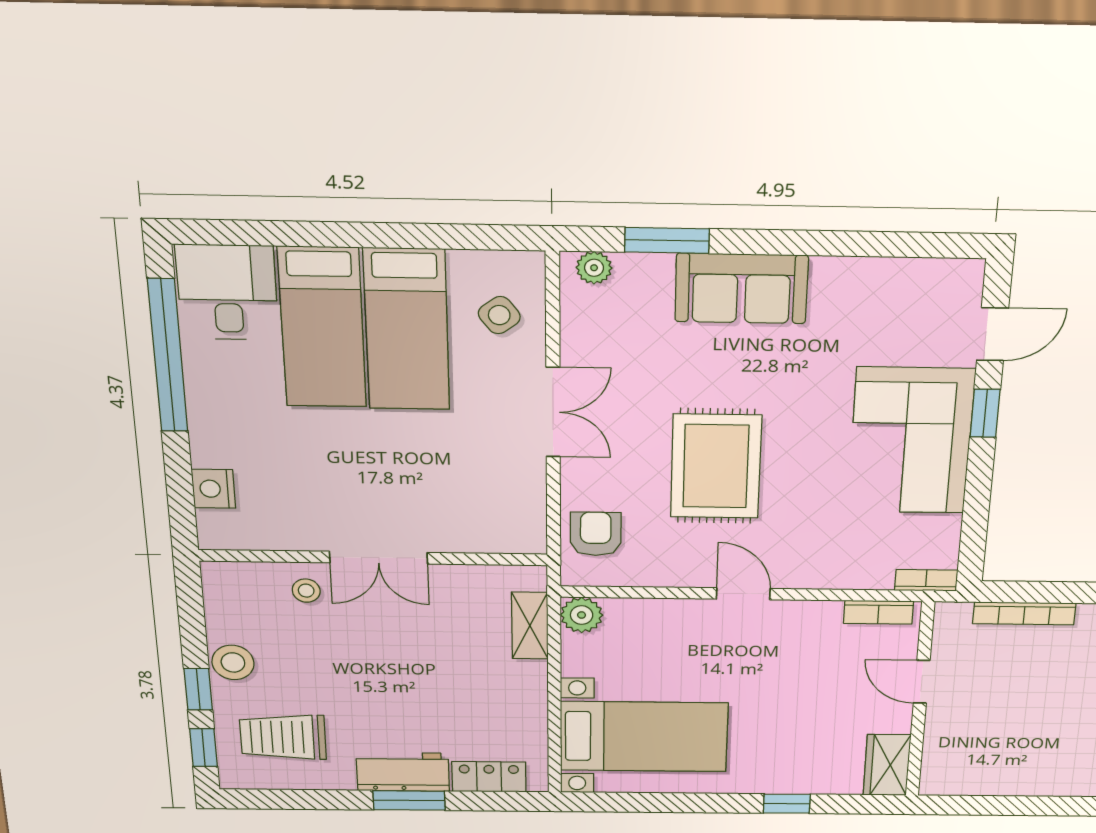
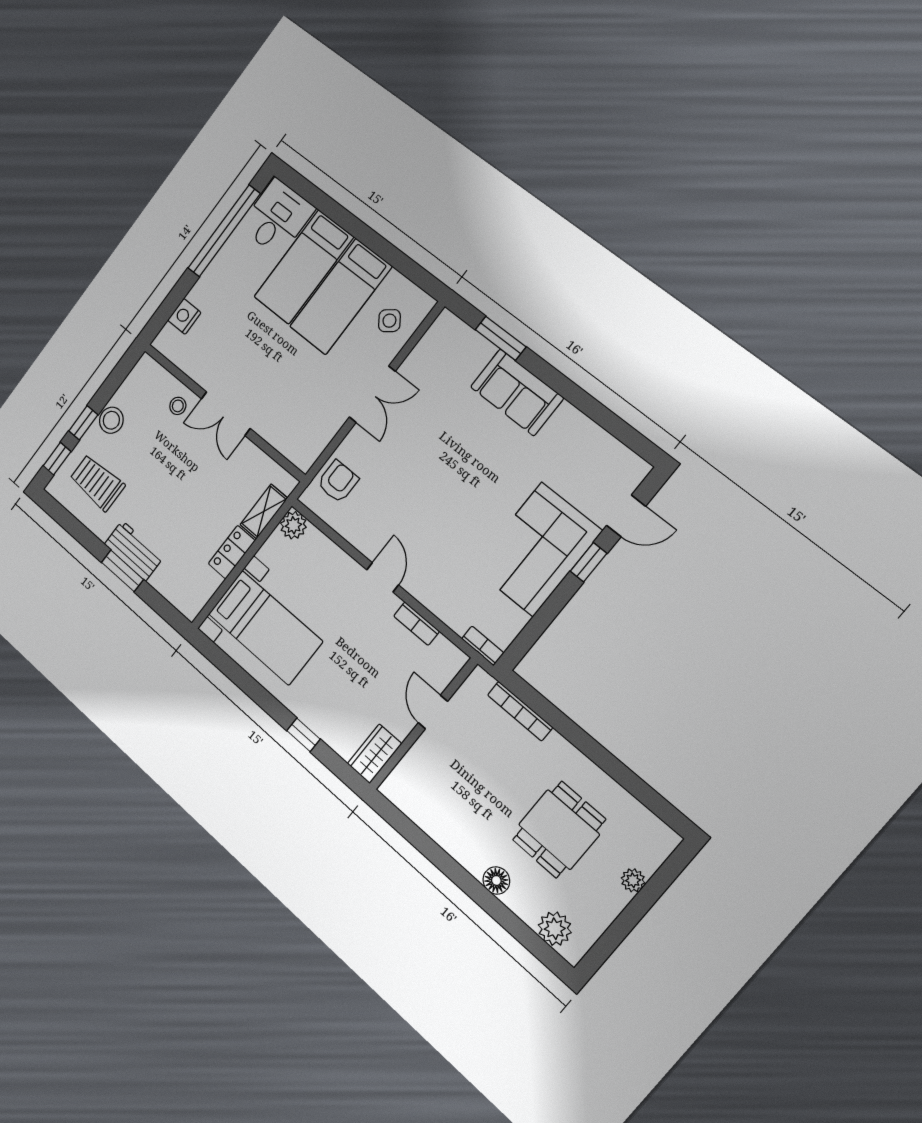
plant: (594, 268) -> (454, 328), removed
rug: (716, 466) -> (427, 487), removed
bookcase: (878, 612) -> (417, 624), moved
locker: (489, 777) -> (232, 552), moved, turned -90

